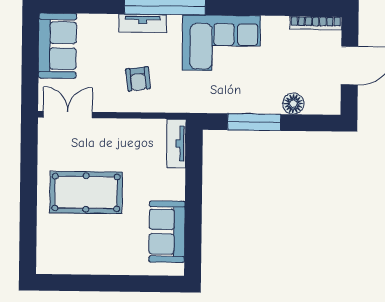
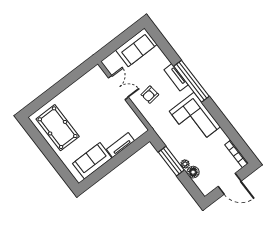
plant: (273, 106) -> (185, 164), added
double door: (68, 115) -> (118, 88), moved
tv unit: (176, 143) -> (120, 145), moved
pool table: (86, 192) -> (58, 128), moved

